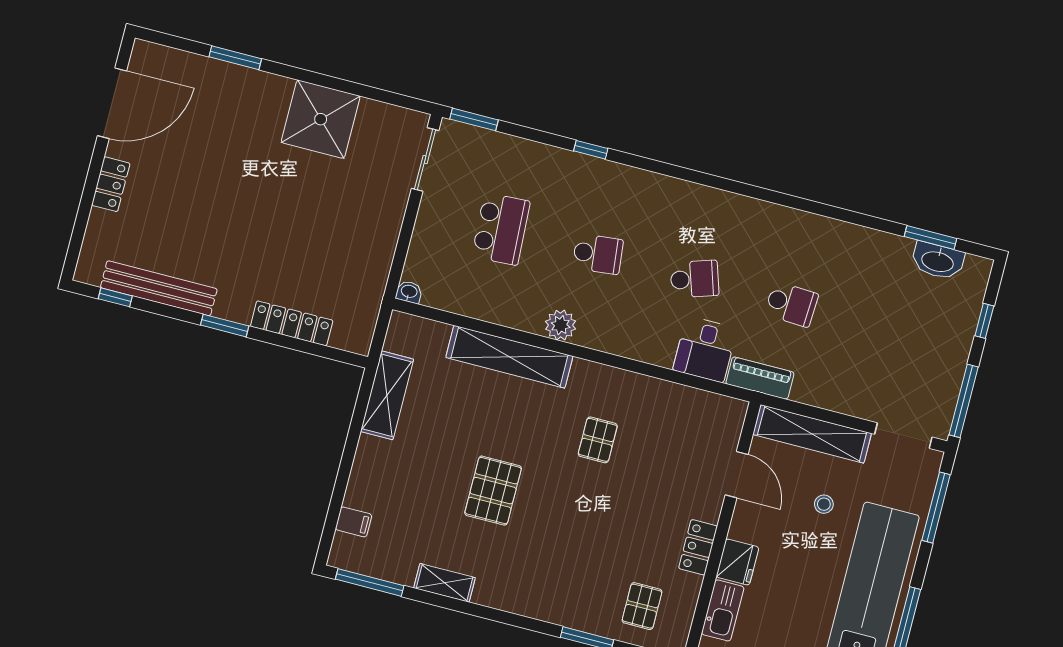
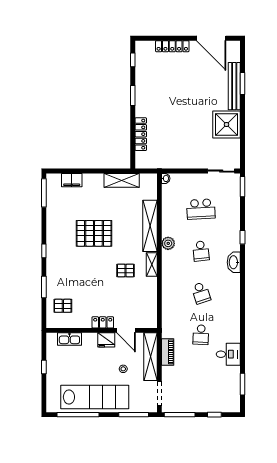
locker: (111, 184) -> (172, 46), width x1.53
washbasin: (938, 261) -> (234, 262), moved
bench: (159, 288) -> (234, 86), moved
window: (225, 326) -> (133, 96), moved
desk: (705, 349) -> (228, 354), moved, turned 180
piano: (760, 378) -> (168, 352), moved
door: (737, 475) -> (126, 330), hinge flipped
pallet: (493, 491) -> (94, 233), width x1.37, depth x1.41
filing cabinet: (354, 522) -> (72, 180), width x2.00
locker: (698, 547) -> (103, 322), moved
fridge: (737, 562) -> (106, 340), moved
shelving: (444, 583) -> (152, 264), moved
window: (504, 617) -> (44, 251), added

